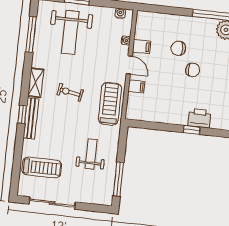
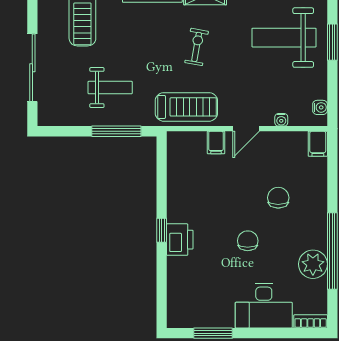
filing cabinet: (142, 47) -> (318, 144), moved
chair: (193, 70) -> (248, 241), moved, turned 180
window: (118, 179) -> (116, 131), moved
sliding door: (52, 203) -> (32, 68), moved

